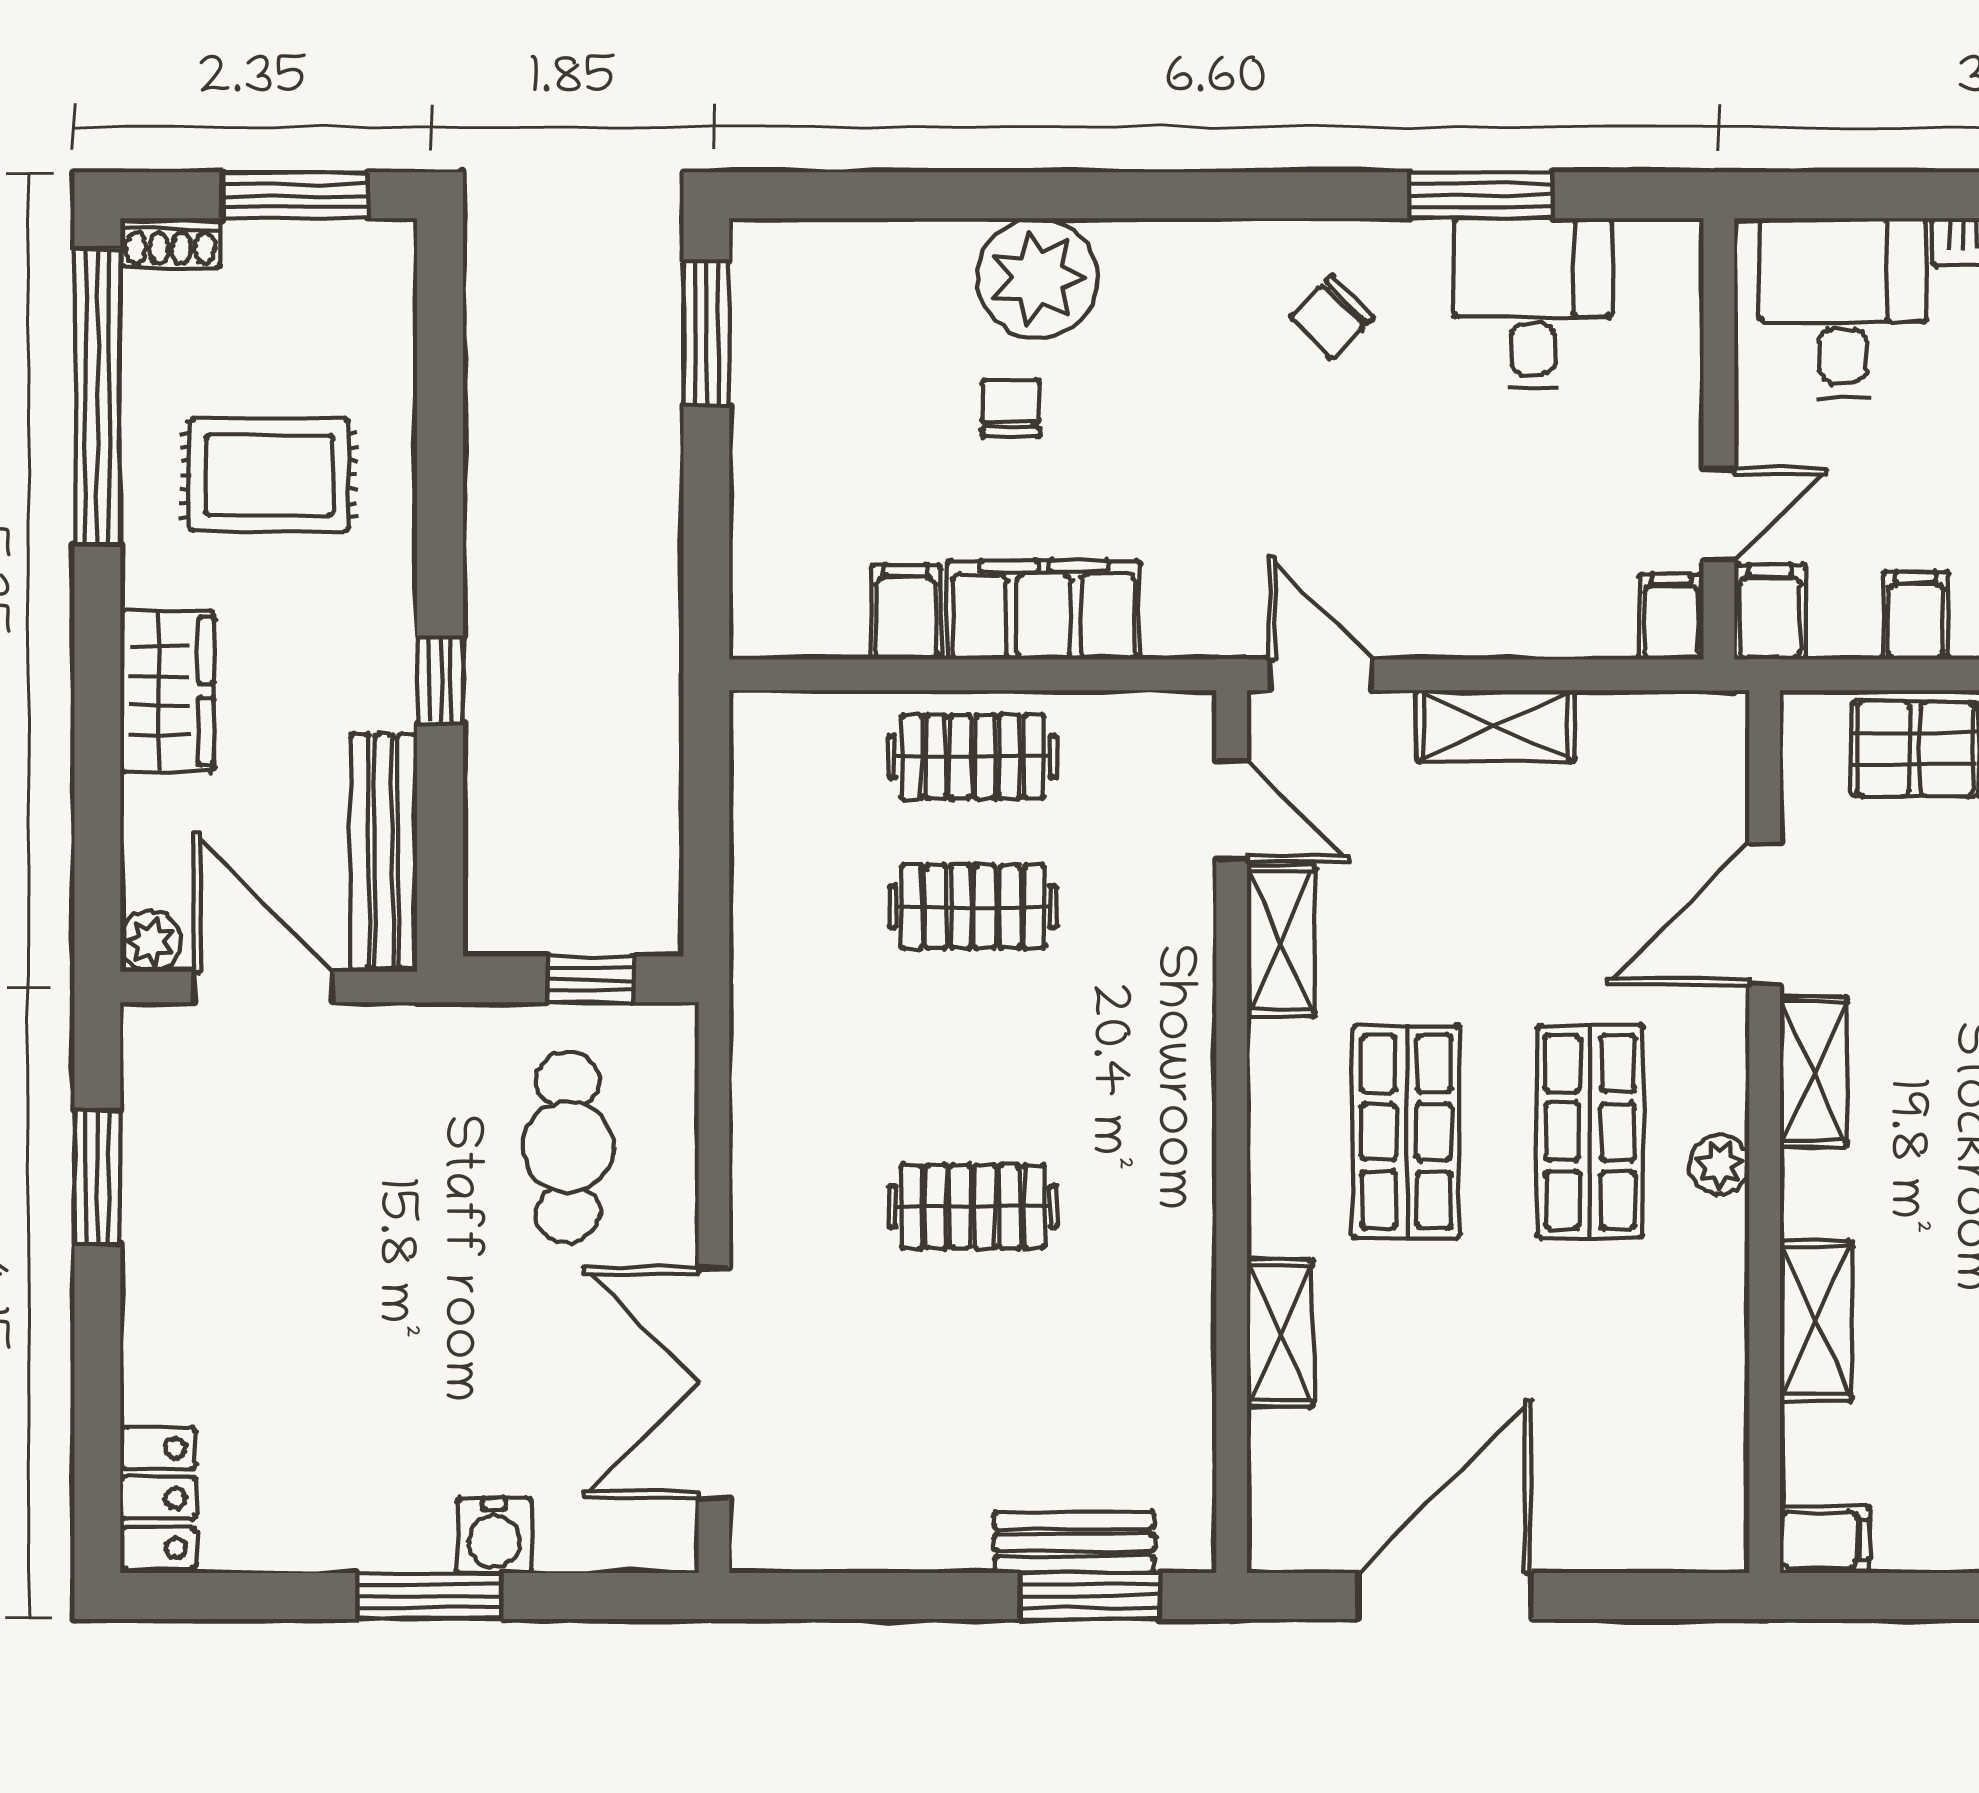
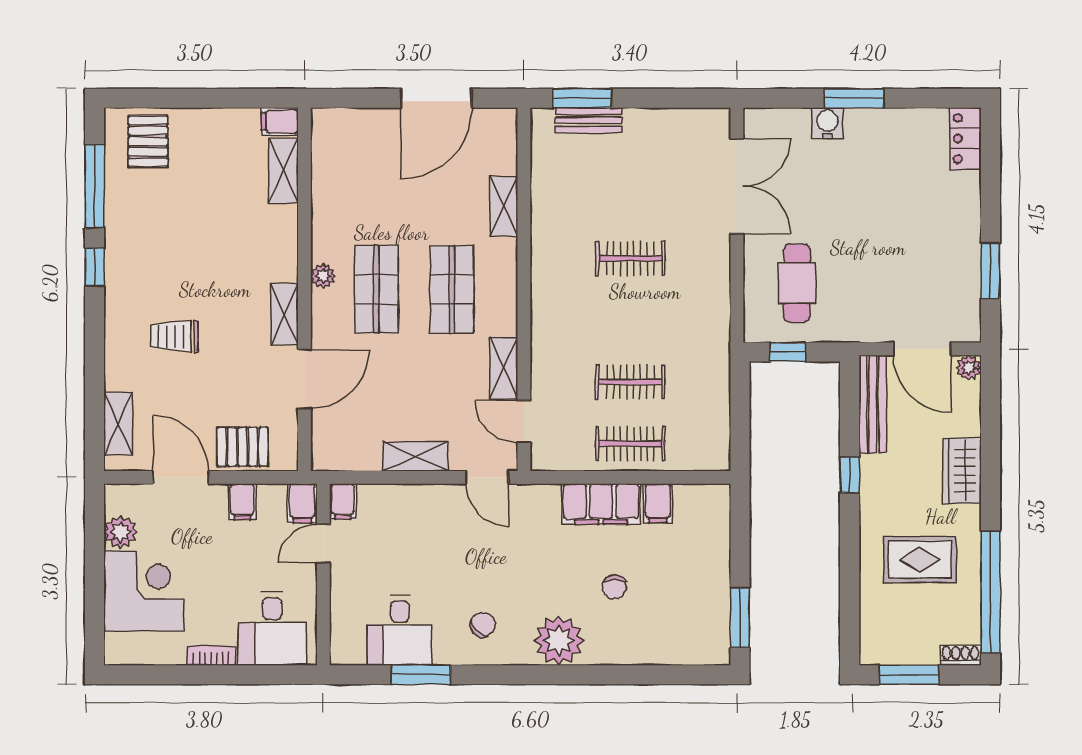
plant: (1038, 278) -> (559, 641), moved
shelving: (1816, 1321) -> (283, 171), moved

